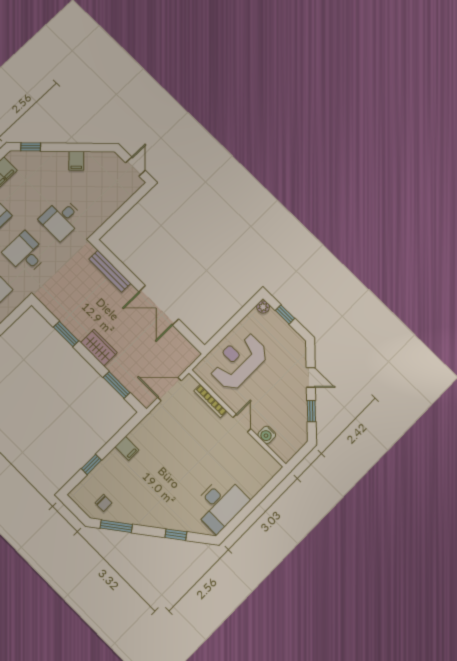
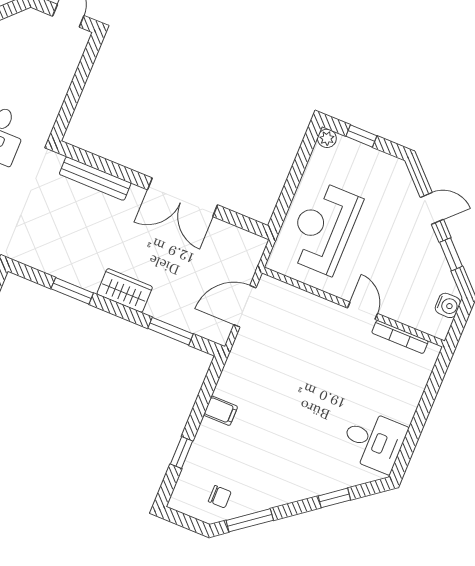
bookcase: (210, 401) -> (400, 337), moved
water cooler: (267, 435) -> (448, 305), moved, turned -90
desk: (220, 504) -> (374, 441), width x0.73

